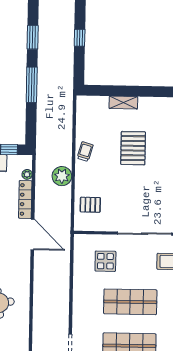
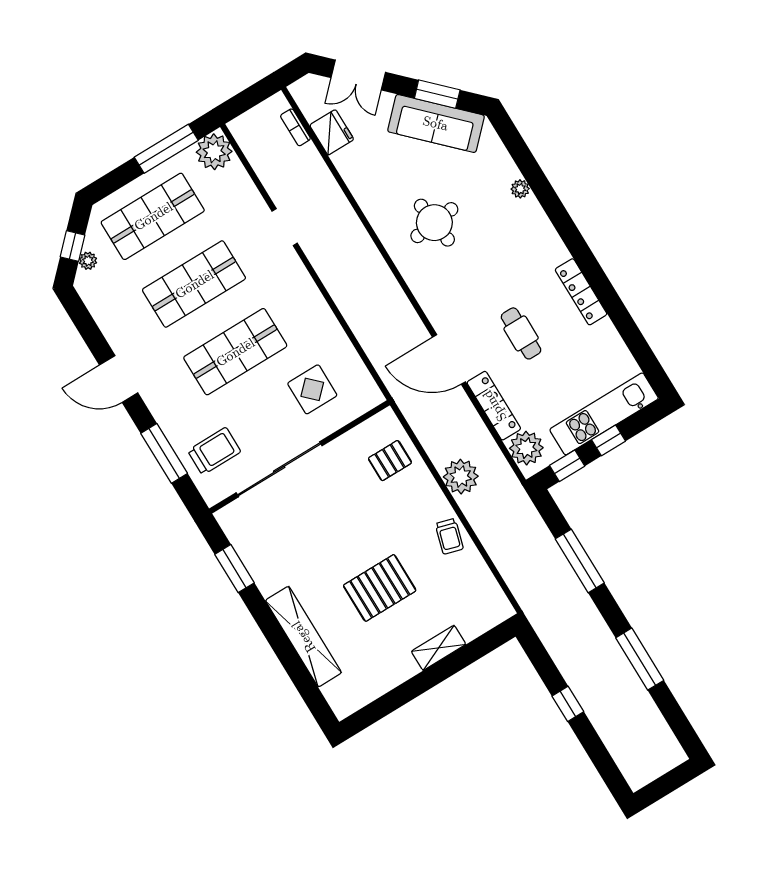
window: (33, 37) -> (640, 659), width x1.44
window: (32, 85) -> (580, 561), moved
pallet: (133, 148) -> (380, 588), turned 90
plant: (27, 174) -> (526, 448), width x1.88, depth x1.88

